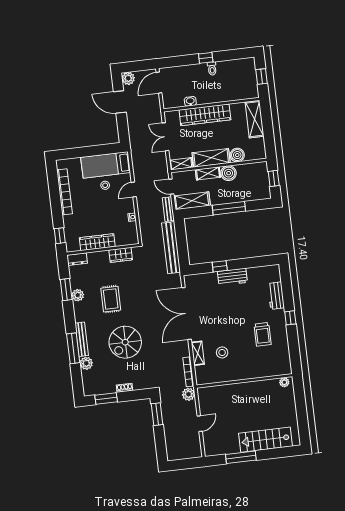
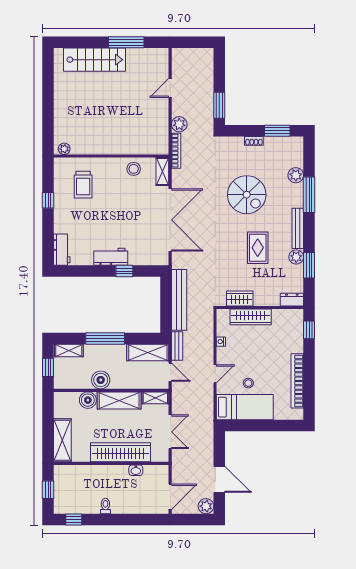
window: (206, 58) -> (74, 519), moved
shelving: (208, 173) -> (69, 350), moved
wardrobe: (97, 242) -> (251, 317), moved
workbench: (276, 296) -> (62, 250), moved
trolley: (263, 334) -> (83, 185), turned 180
bench: (82, 339) -> (298, 228), moved
spiral stairs: (125, 342) -> (247, 195), turned 90
wall: (244, 381) -> (111, 156), moved
plant: (284, 382) -> (64, 149), moved

